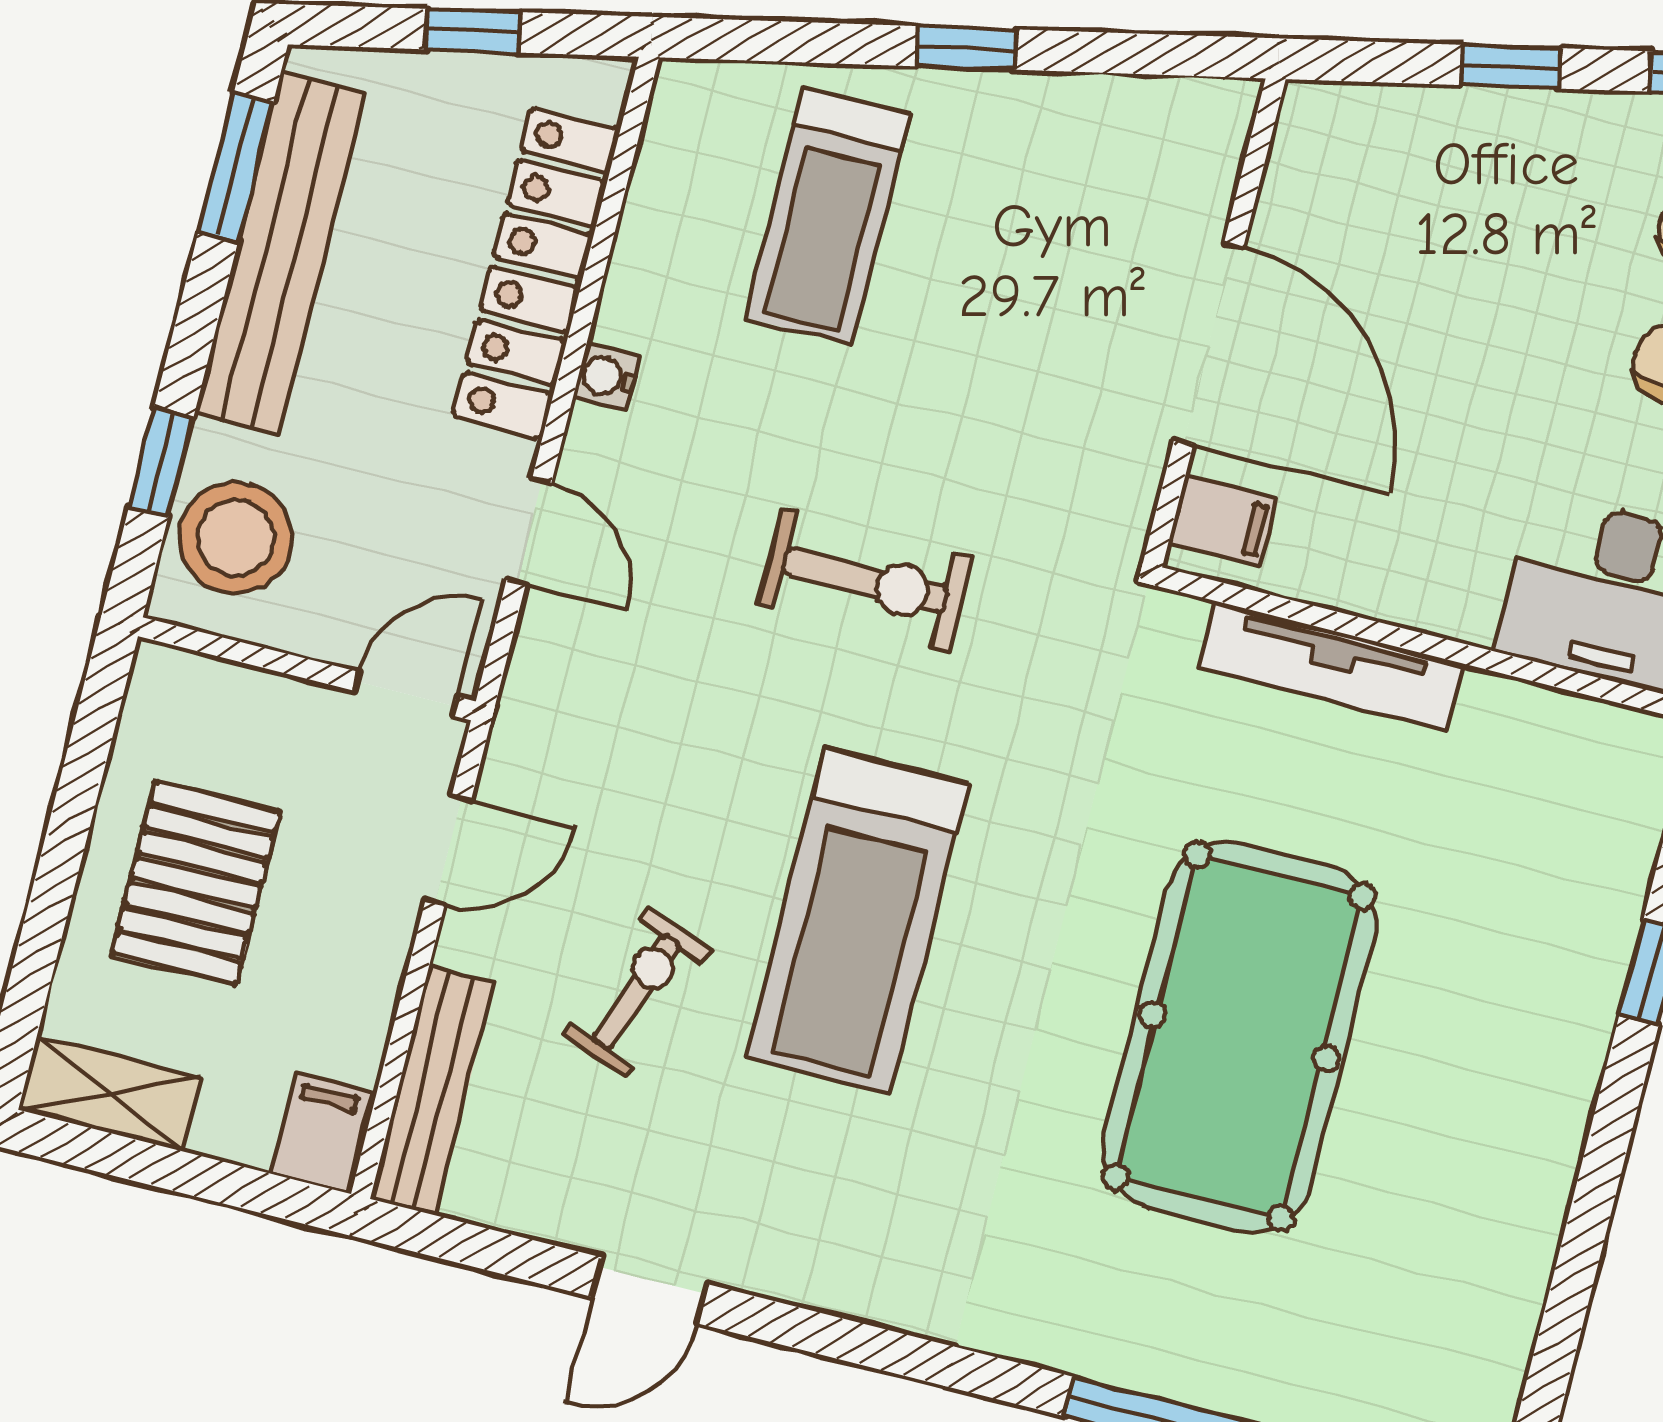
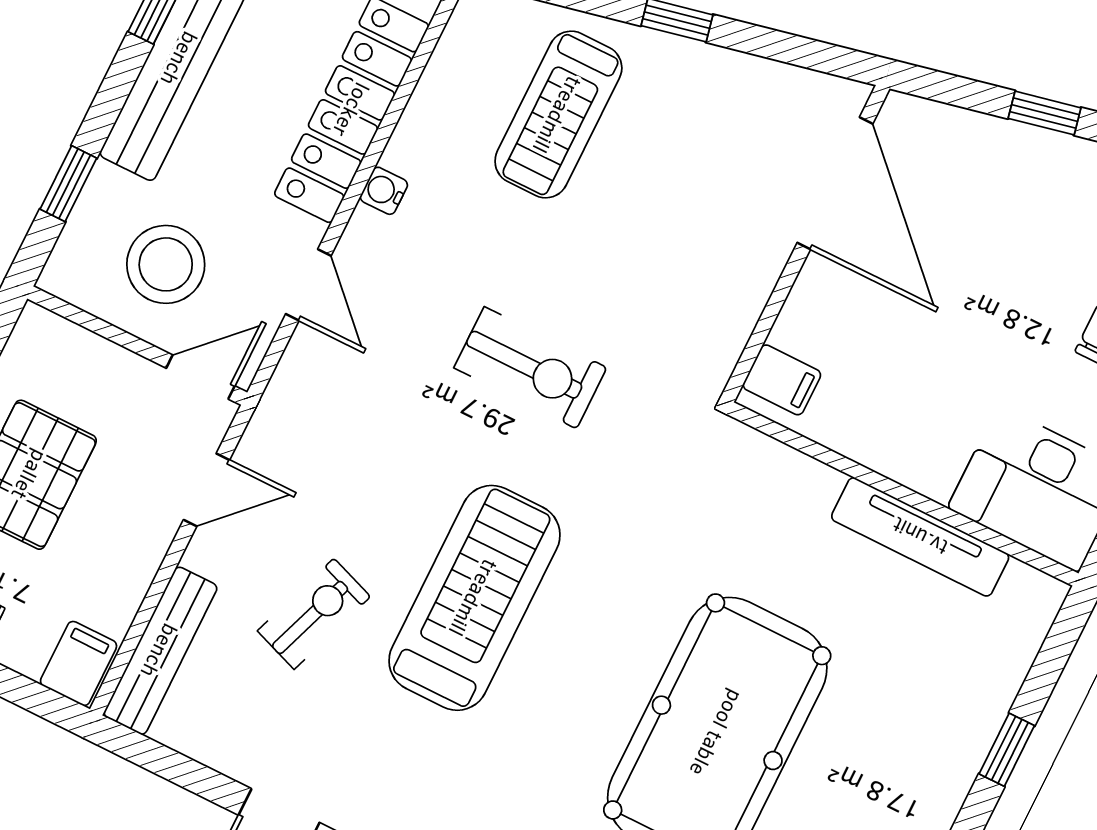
door: (1209, 344) -> (835, 183), moved
stool: (236, 538) -> (166, 264), moved
tv unit: (1331, 666) -> (920, 537), moved
treadmill: (857, 921) -> (474, 598), turned 180

